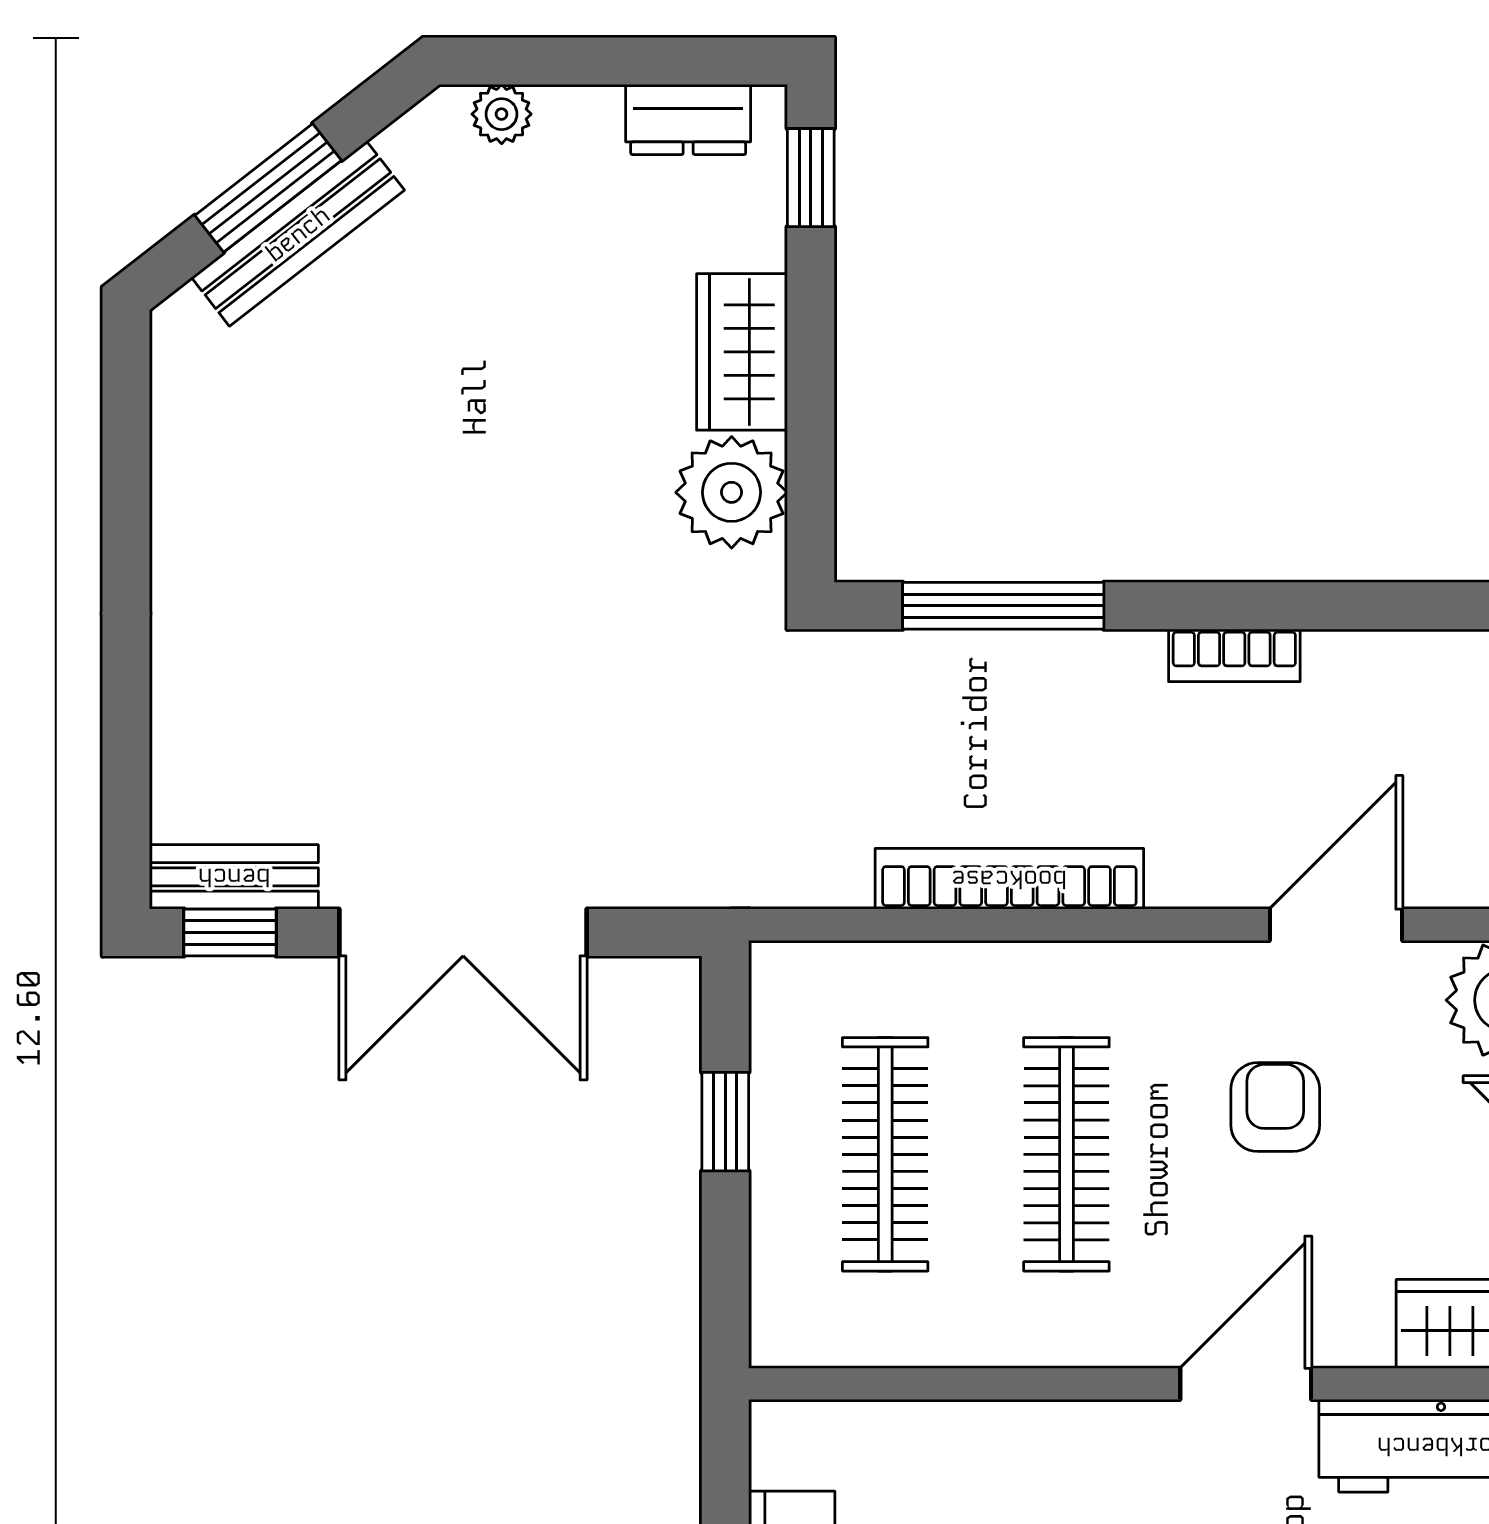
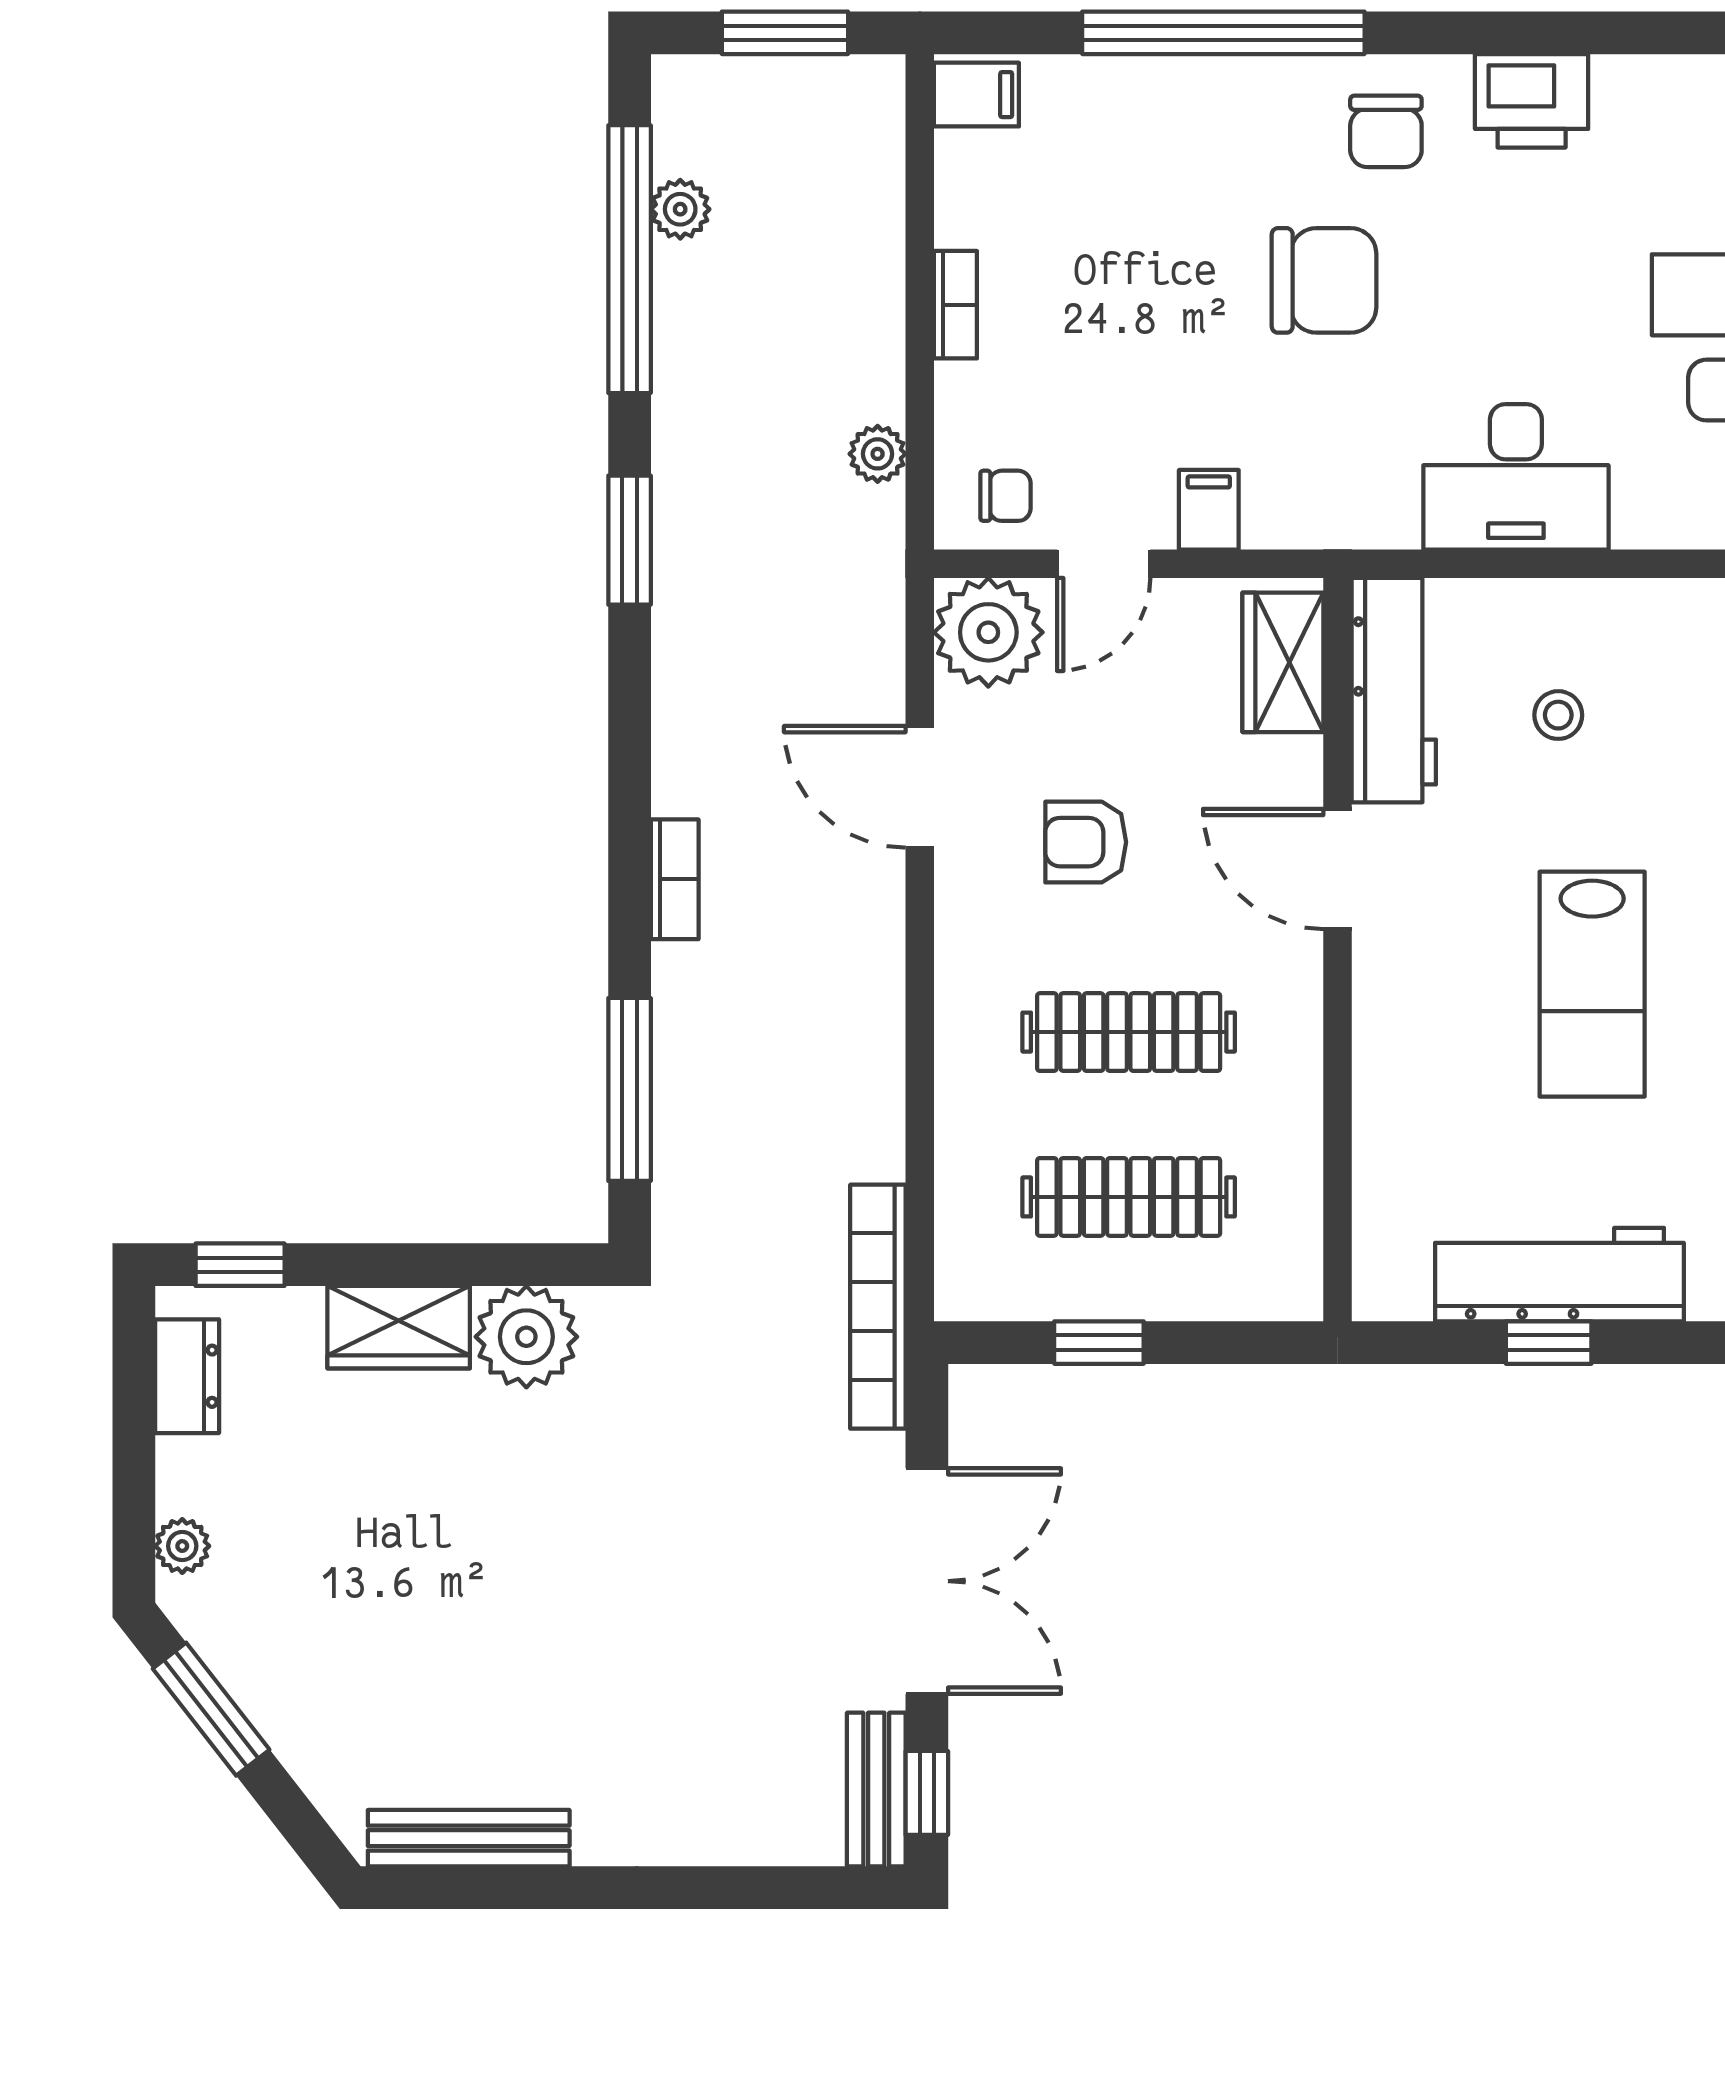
window: (268, 188) -> (211, 1709), moved
bench: (298, 234) -> (469, 1838), moved, turned -52
bookcase: (1009, 879) -> (878, 1307), moved

